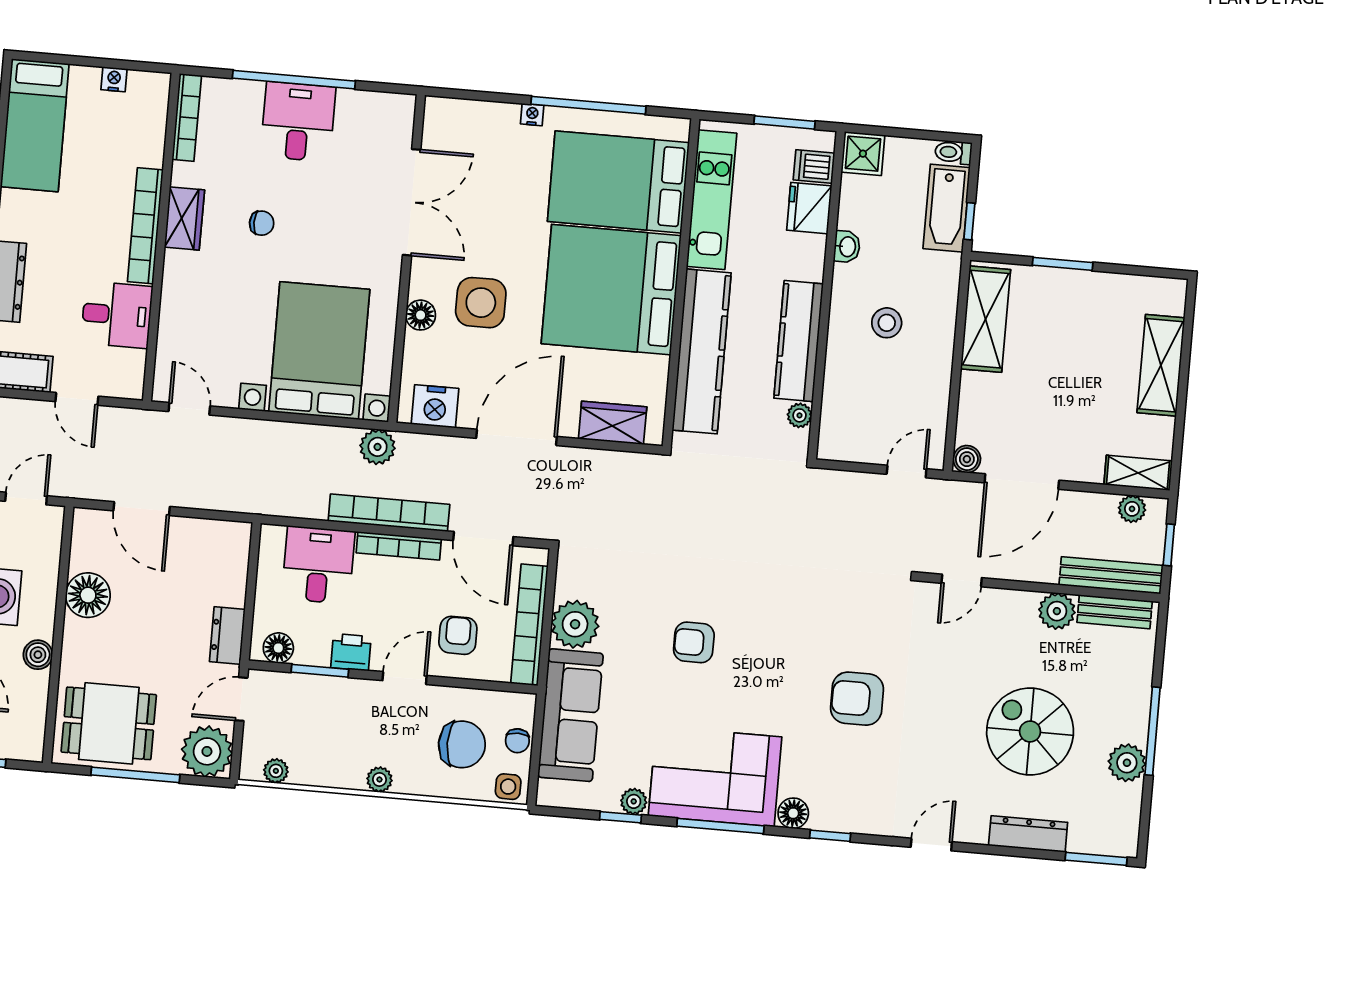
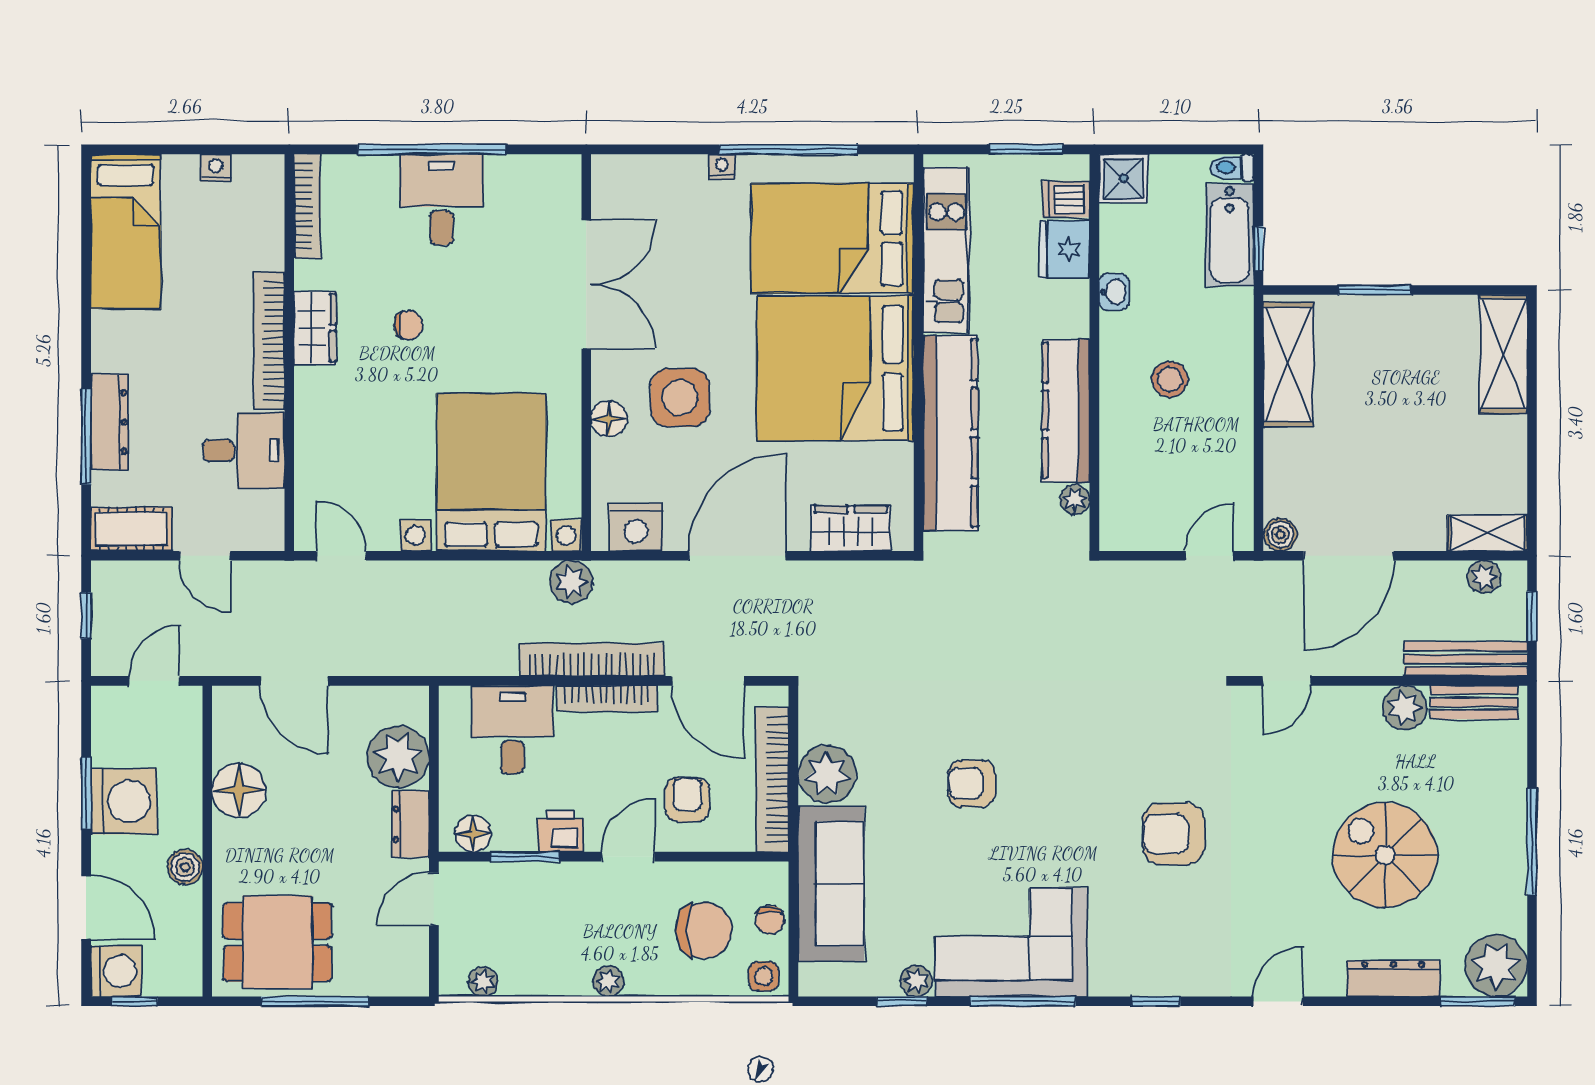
shelving: (1161, 365) -> (1504, 354), moved
plant: (207, 751) -> (398, 757), moved
plant: (1127, 763) -> (1496, 966), moved, width x1.36, depth x1.36
floor lamp: (793, 813) -> (1109, 978), removed

